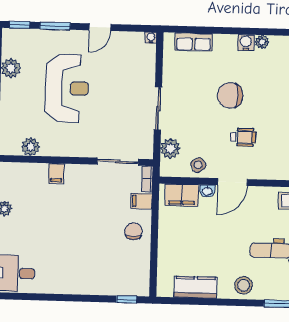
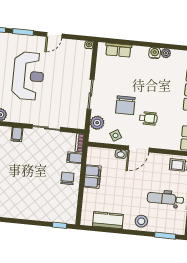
chair: (230, 95) -> (125, 105), moved, turned -90
sliding door: (118, 162) -> (46, 128), moved
filing cabinet: (182, 195) -> (92, 177), moved, turned -90

